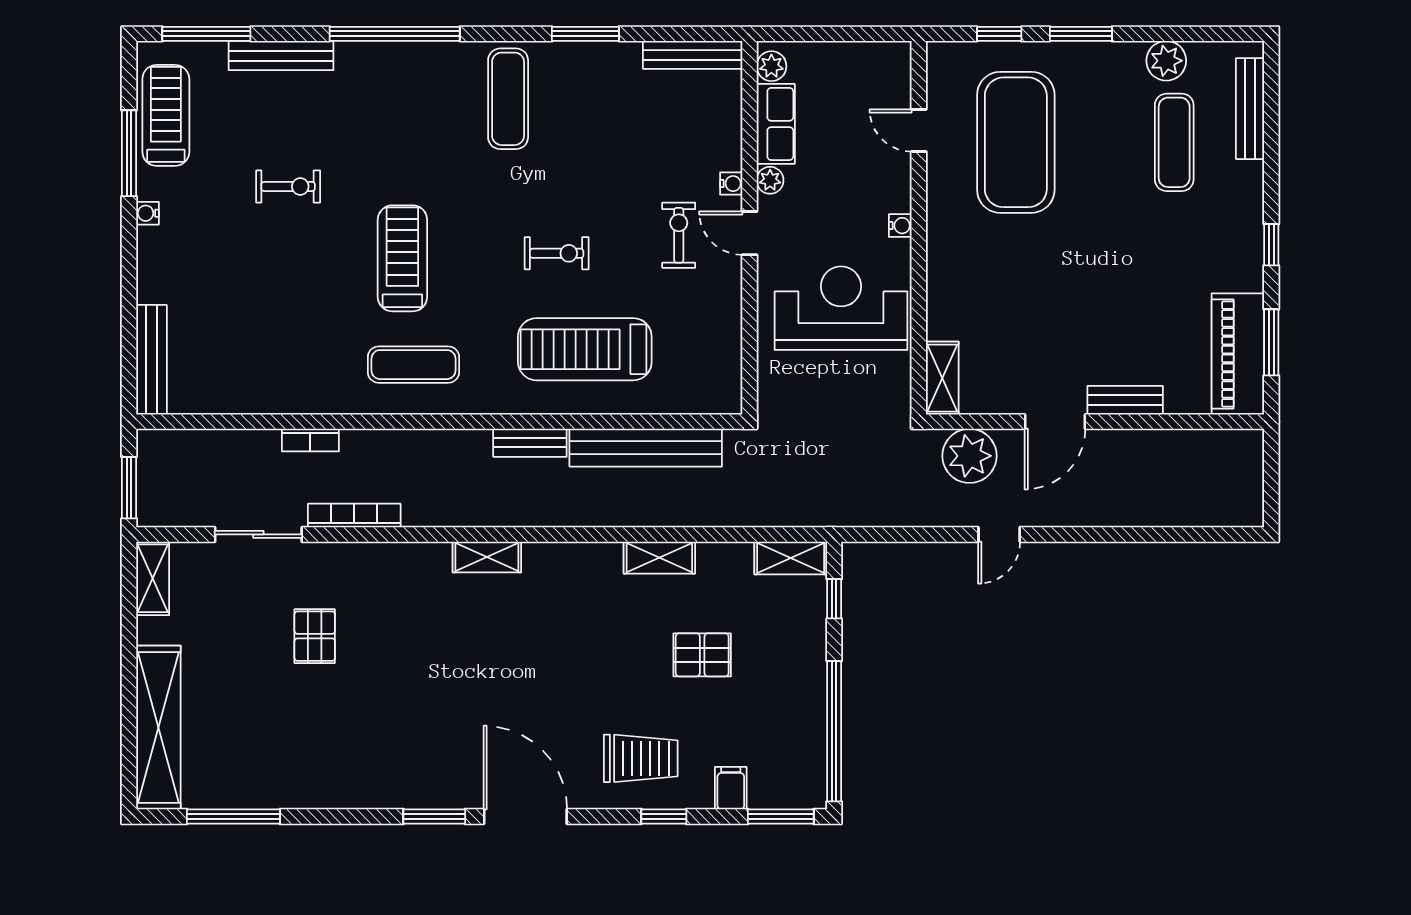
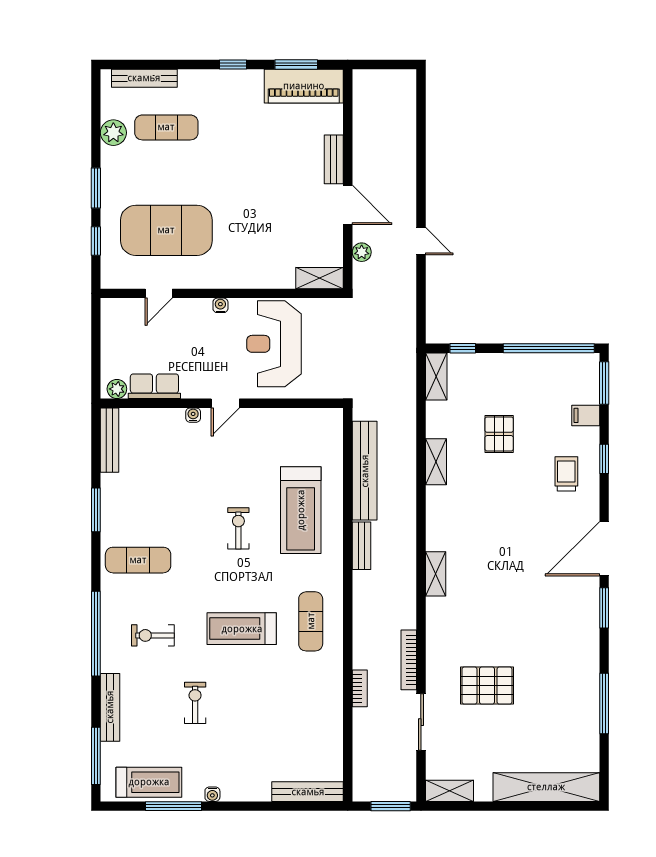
treadmill: (166, 115) -> (149, 782), turned 180
plant: (770, 180) -> (191, 390), removed
exercise bike: (679, 235) -> (153, 635), moved
plant: (970, 456) -> (362, 252), width x0.53, depth x0.53
pallet: (315, 636) -> (487, 686), width x1.50, depth x1.42
trolley: (641, 758) -> (566, 474), width x0.73, depth x0.72
window: (233, 816) -> (604, 704), moved

